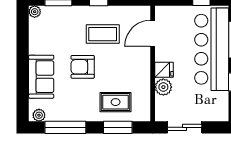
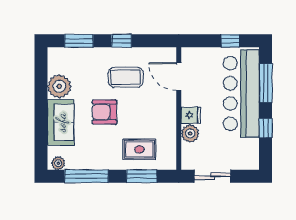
plant: (35, 12) -> (59, 86), moved, width x1.88, depth x1.88
door: (153, 33) -> (179, 77), hinge flipped

